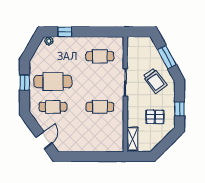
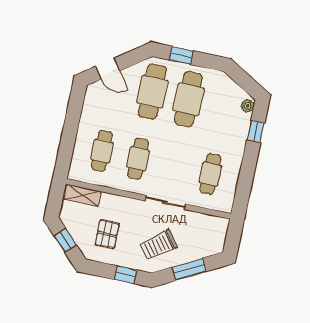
window: (25, 83) -> (181, 55), moved
cafe table: (53, 107) -> (152, 92), width x1.37, depth x1.35
window: (180, 109) -> (126, 275), moved
cafe table: (100, 132) -> (102, 151), added
window: (165, 144) -> (65, 240), added

